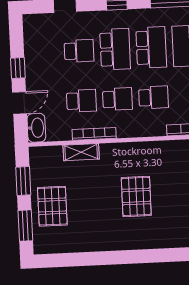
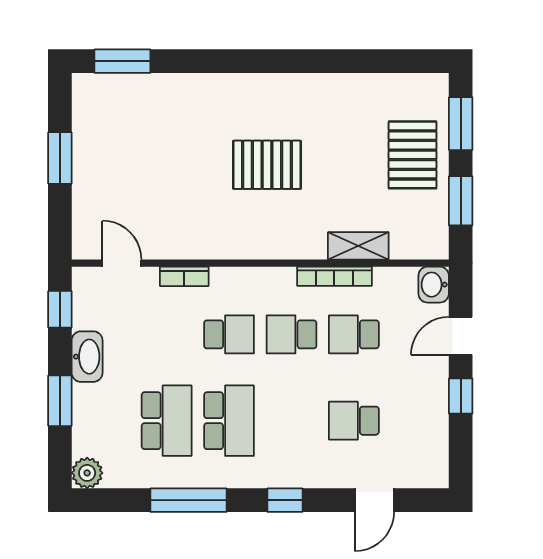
school desk: (151, 47) -> (229, 421), turned 180
school desk: (115, 49) -> (291, 421), removed
school desk: (154, 97) -> (229, 334), turned 180
washbasin: (36, 128) -> (434, 285), width x0.72
pallet: (136, 196) -> (267, 165), turned 90

